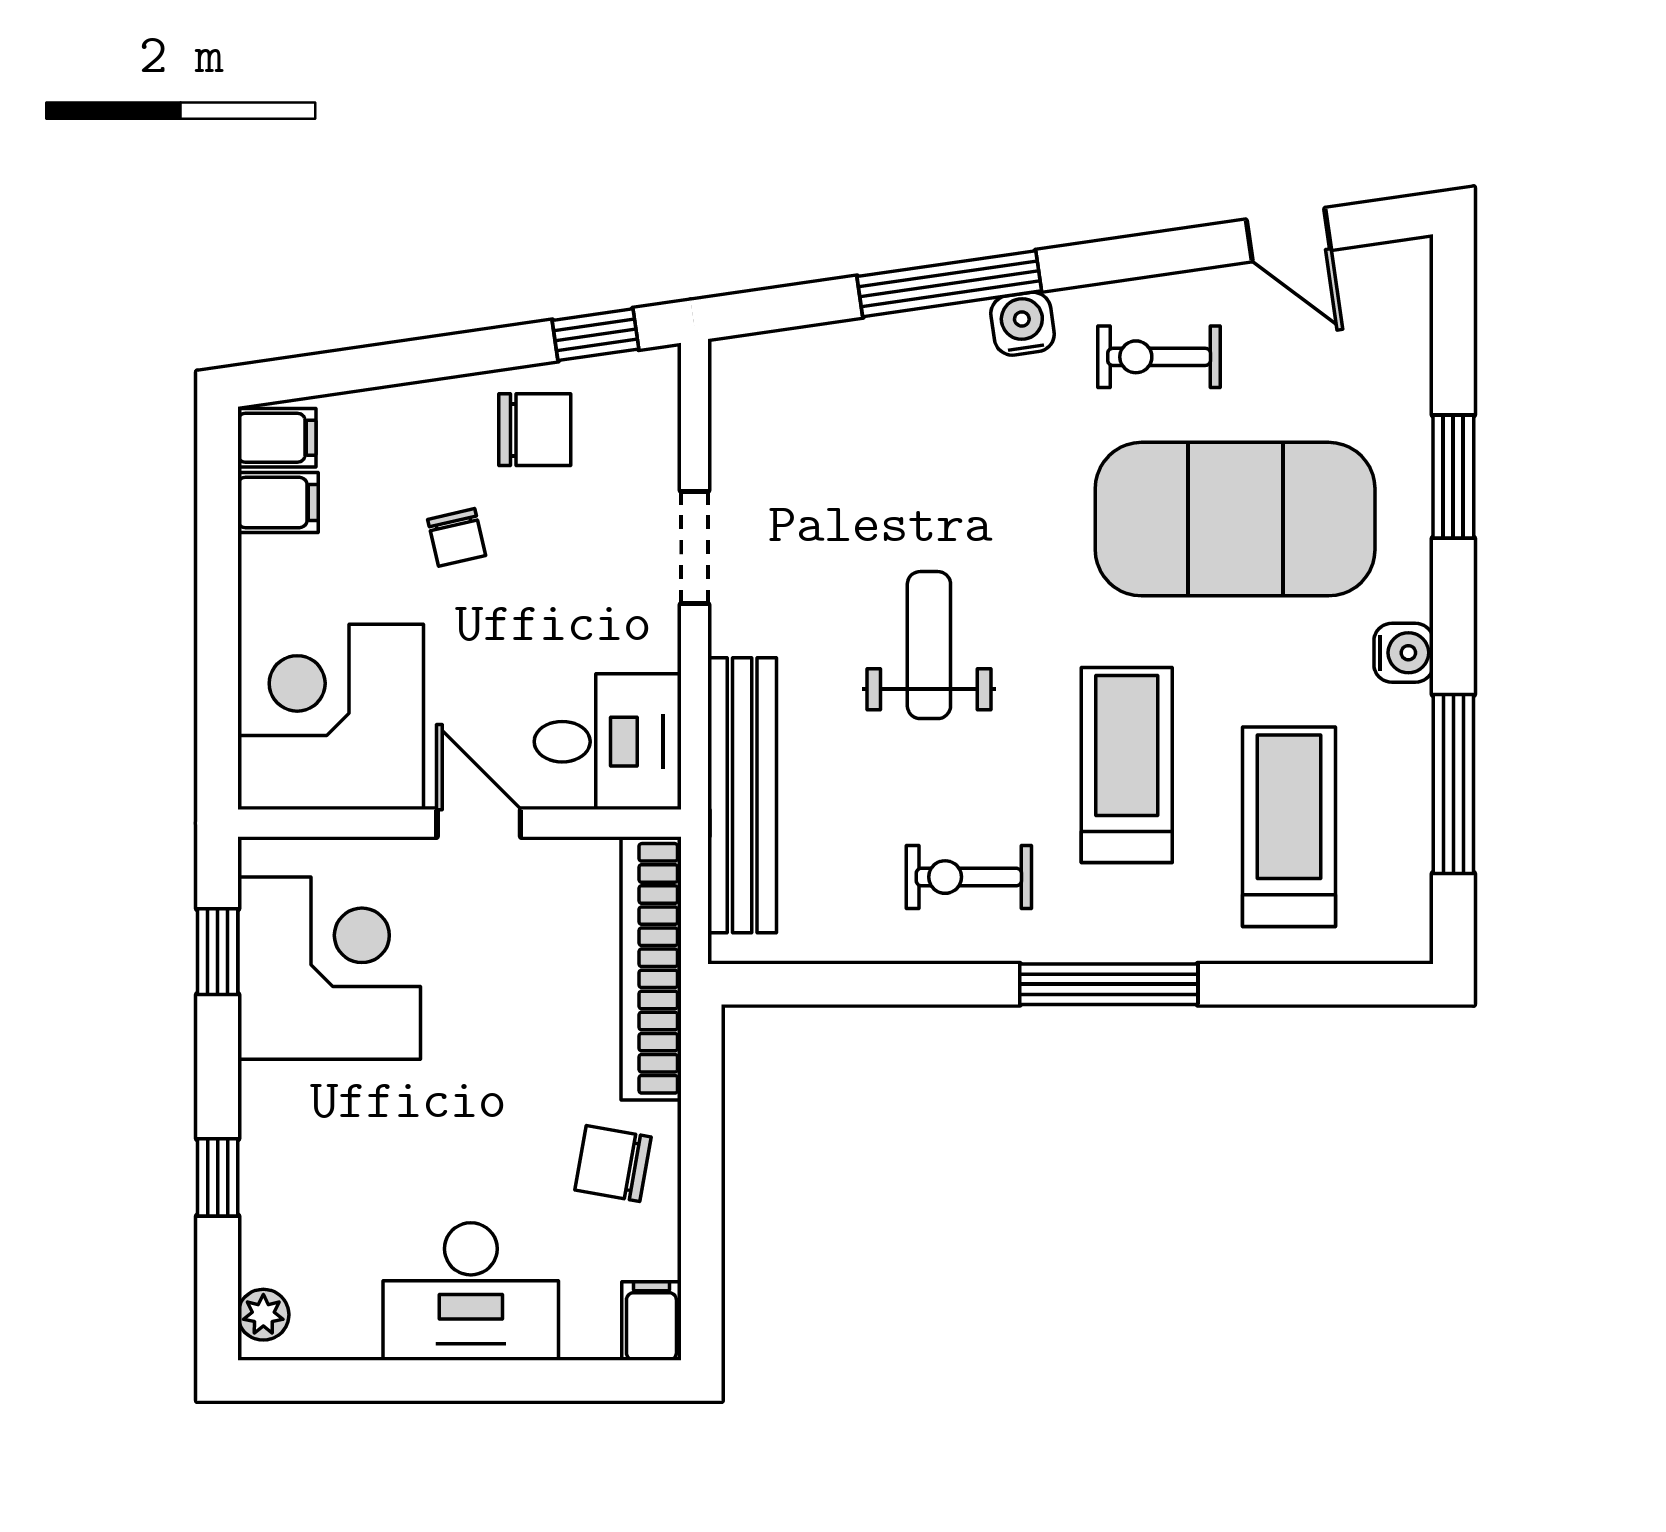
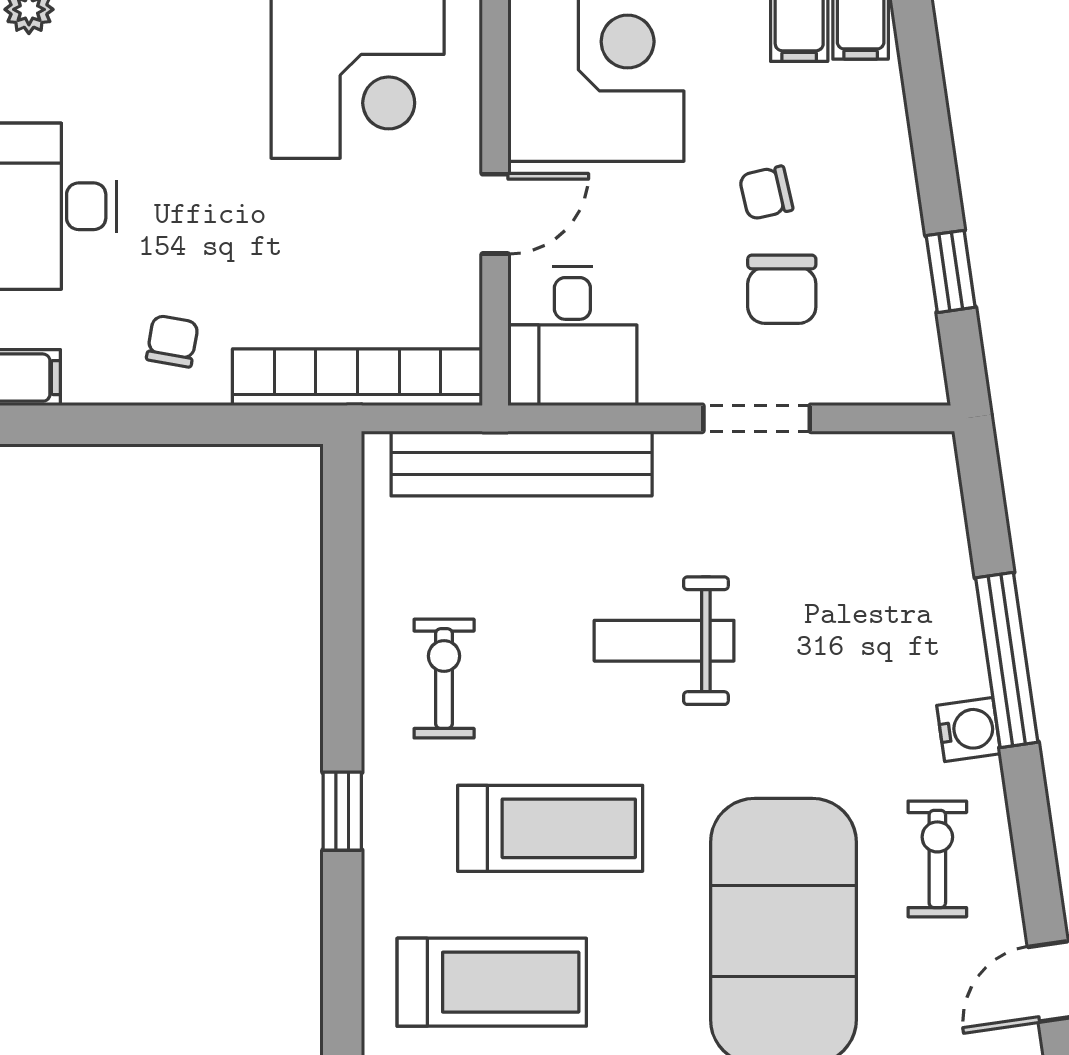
window: (596, 335) -> (951, 271), moved
chair: (535, 430) -> (782, 289), moved
weight bench: (929, 645) -> (664, 641), turned 180
window: (1109, 984) -> (342, 811), width x0.46
chair: (613, 1164) -> (172, 341), width x0.73, depth x0.73

